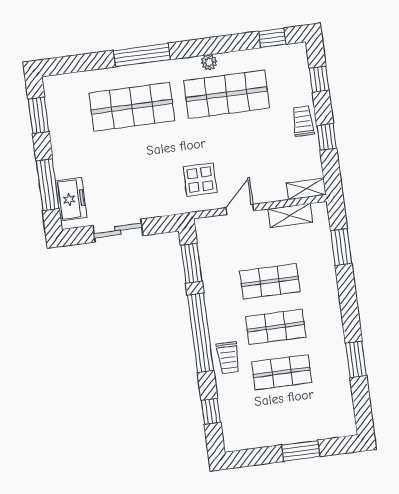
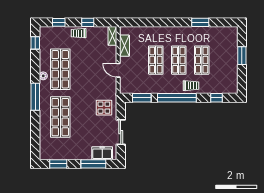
window: (142, 55) -> (35, 97), moved
display table: (200, 180) -> (104, 108), moved
window: (341, 247) -> (143, 22), removed

